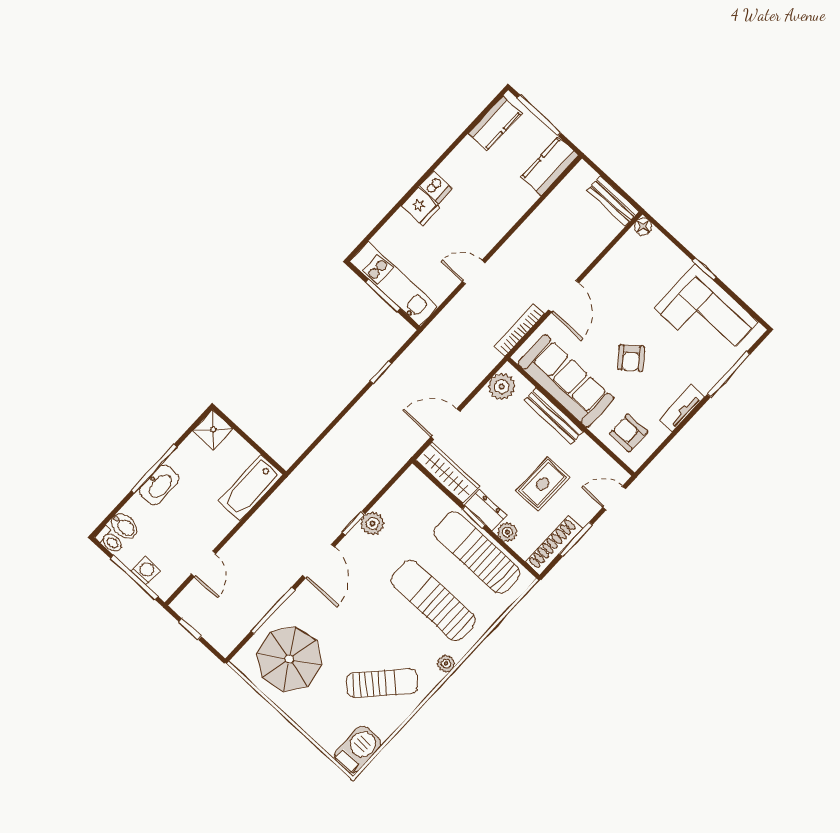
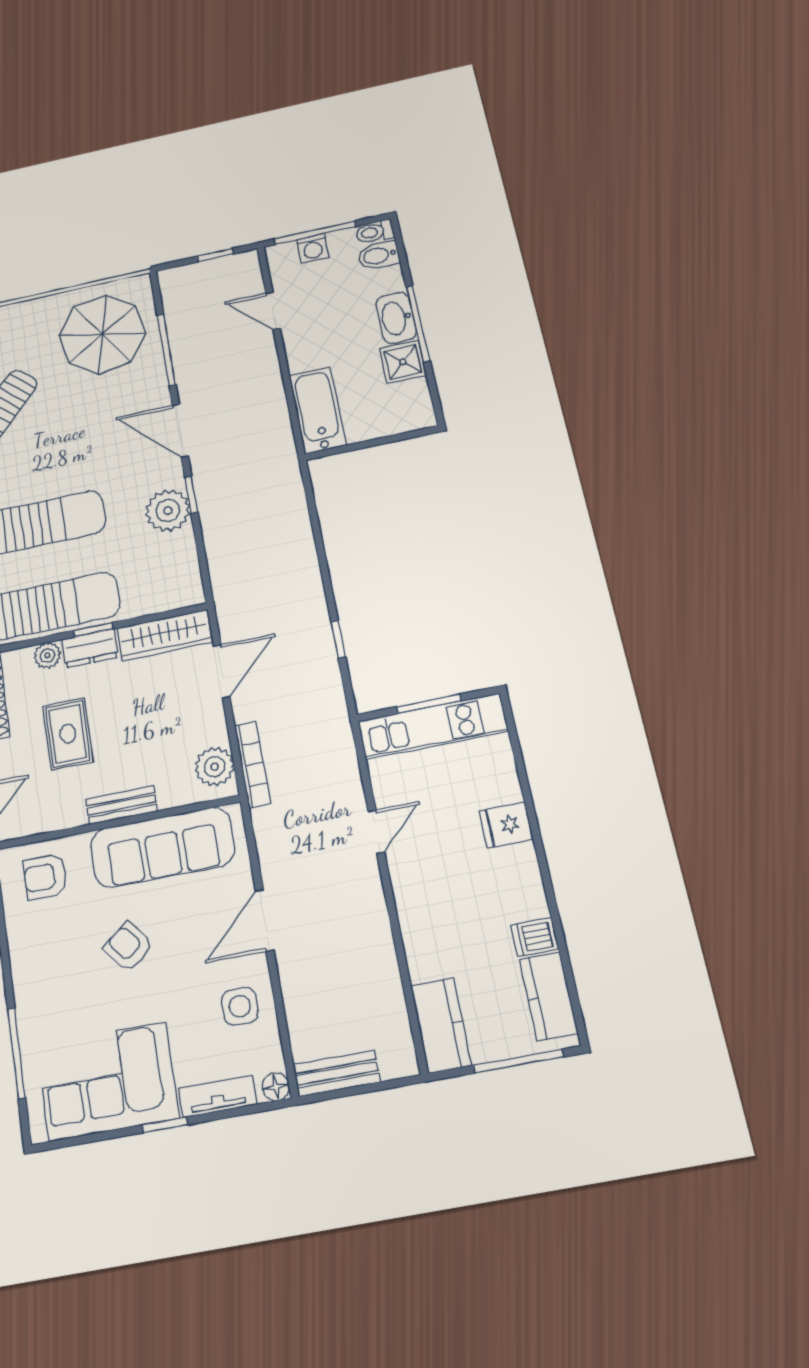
dishwasher: (436, 187) -> (535, 937), moved
side table: (617, 276) -> (240, 1006), added
door: (564, 296) -> (265, 920), hinge flipped
bookcase: (519, 330) -> (252, 765), moved
tv unit: (682, 408) -> (217, 1096), moved, turned -90
bench: (553, 416) -> (121, 805), width x0.73
shower: (213, 430) -> (403, 362), moved
armchair: (629, 433) -> (45, 877), turned 180
plant: (373, 524) -> (168, 511), width x1.36, depth x1.36

